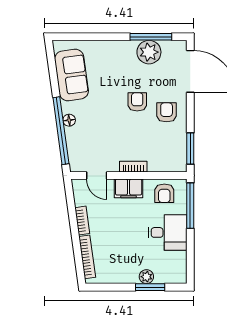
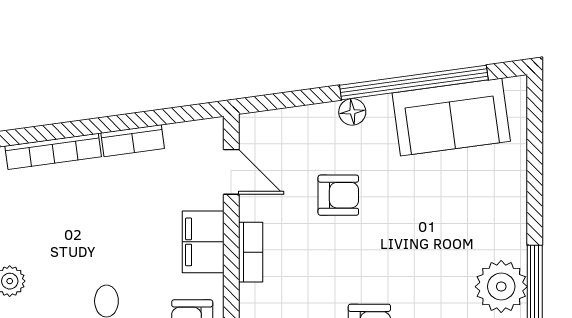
armchair: (137, 102) -> (338, 195), moved
window: (61, 131) -> (414, 82), moved
door: (97, 176) -> (231, 172), swing flipped

